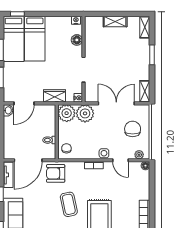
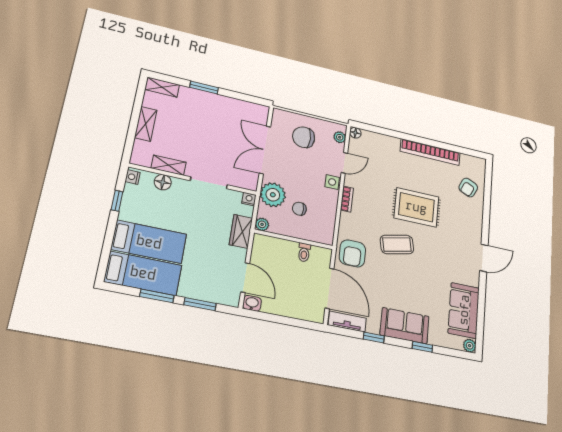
window: (17, 14) -> (117, 201), moved
shelving: (145, 91) -> (169, 165), moved
plant: (67, 113) -> (262, 224), width x0.53, depth x0.53
chair: (66, 148) -> (299, 209), moved

